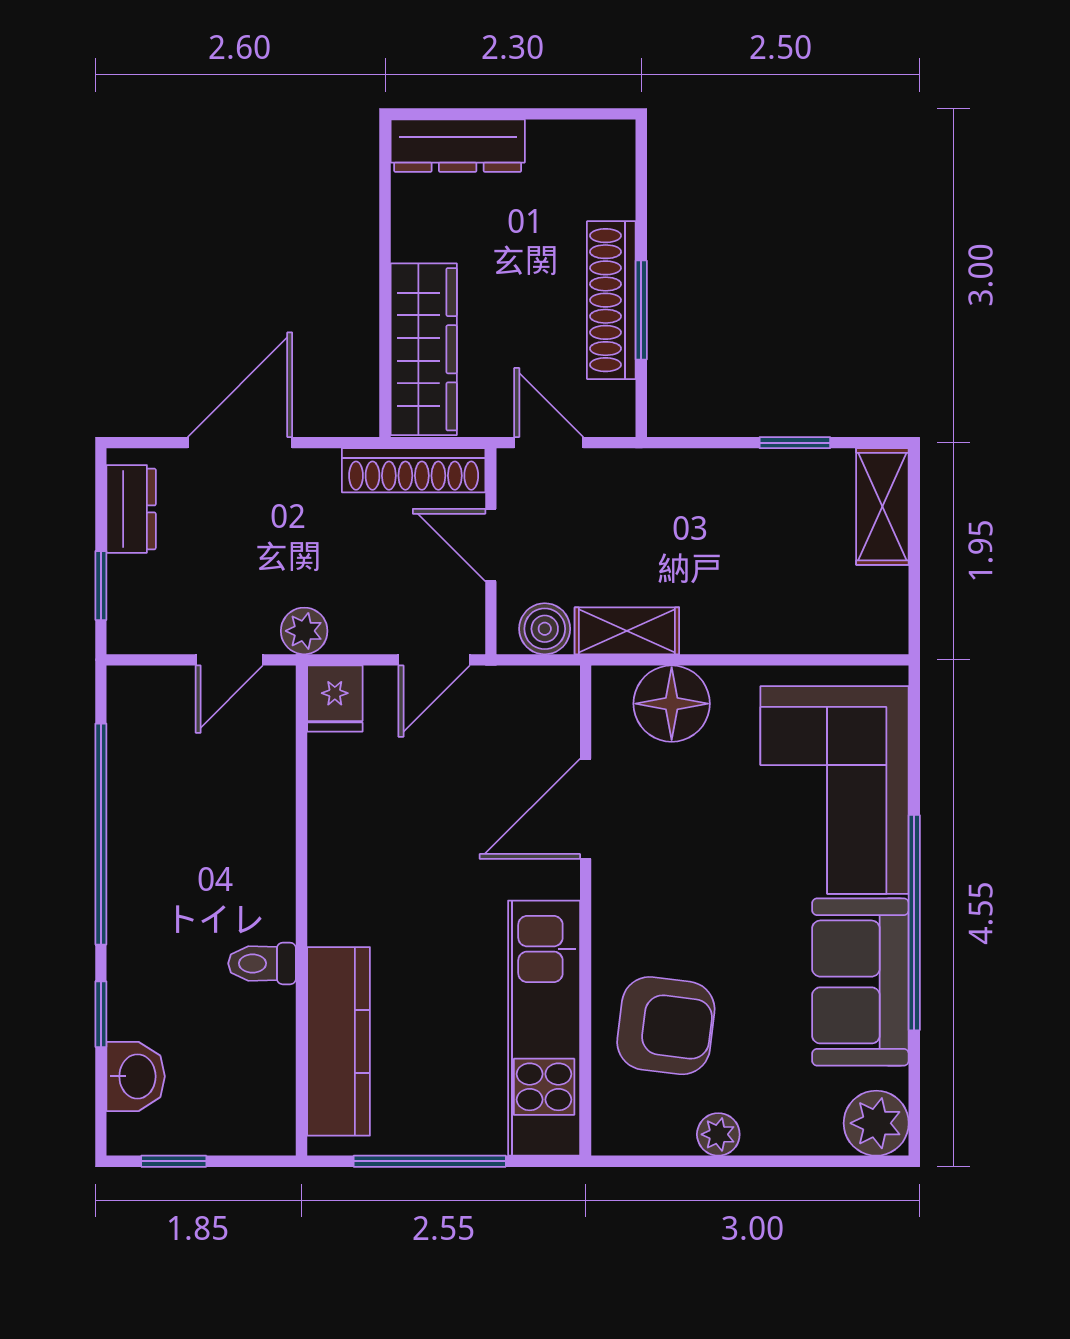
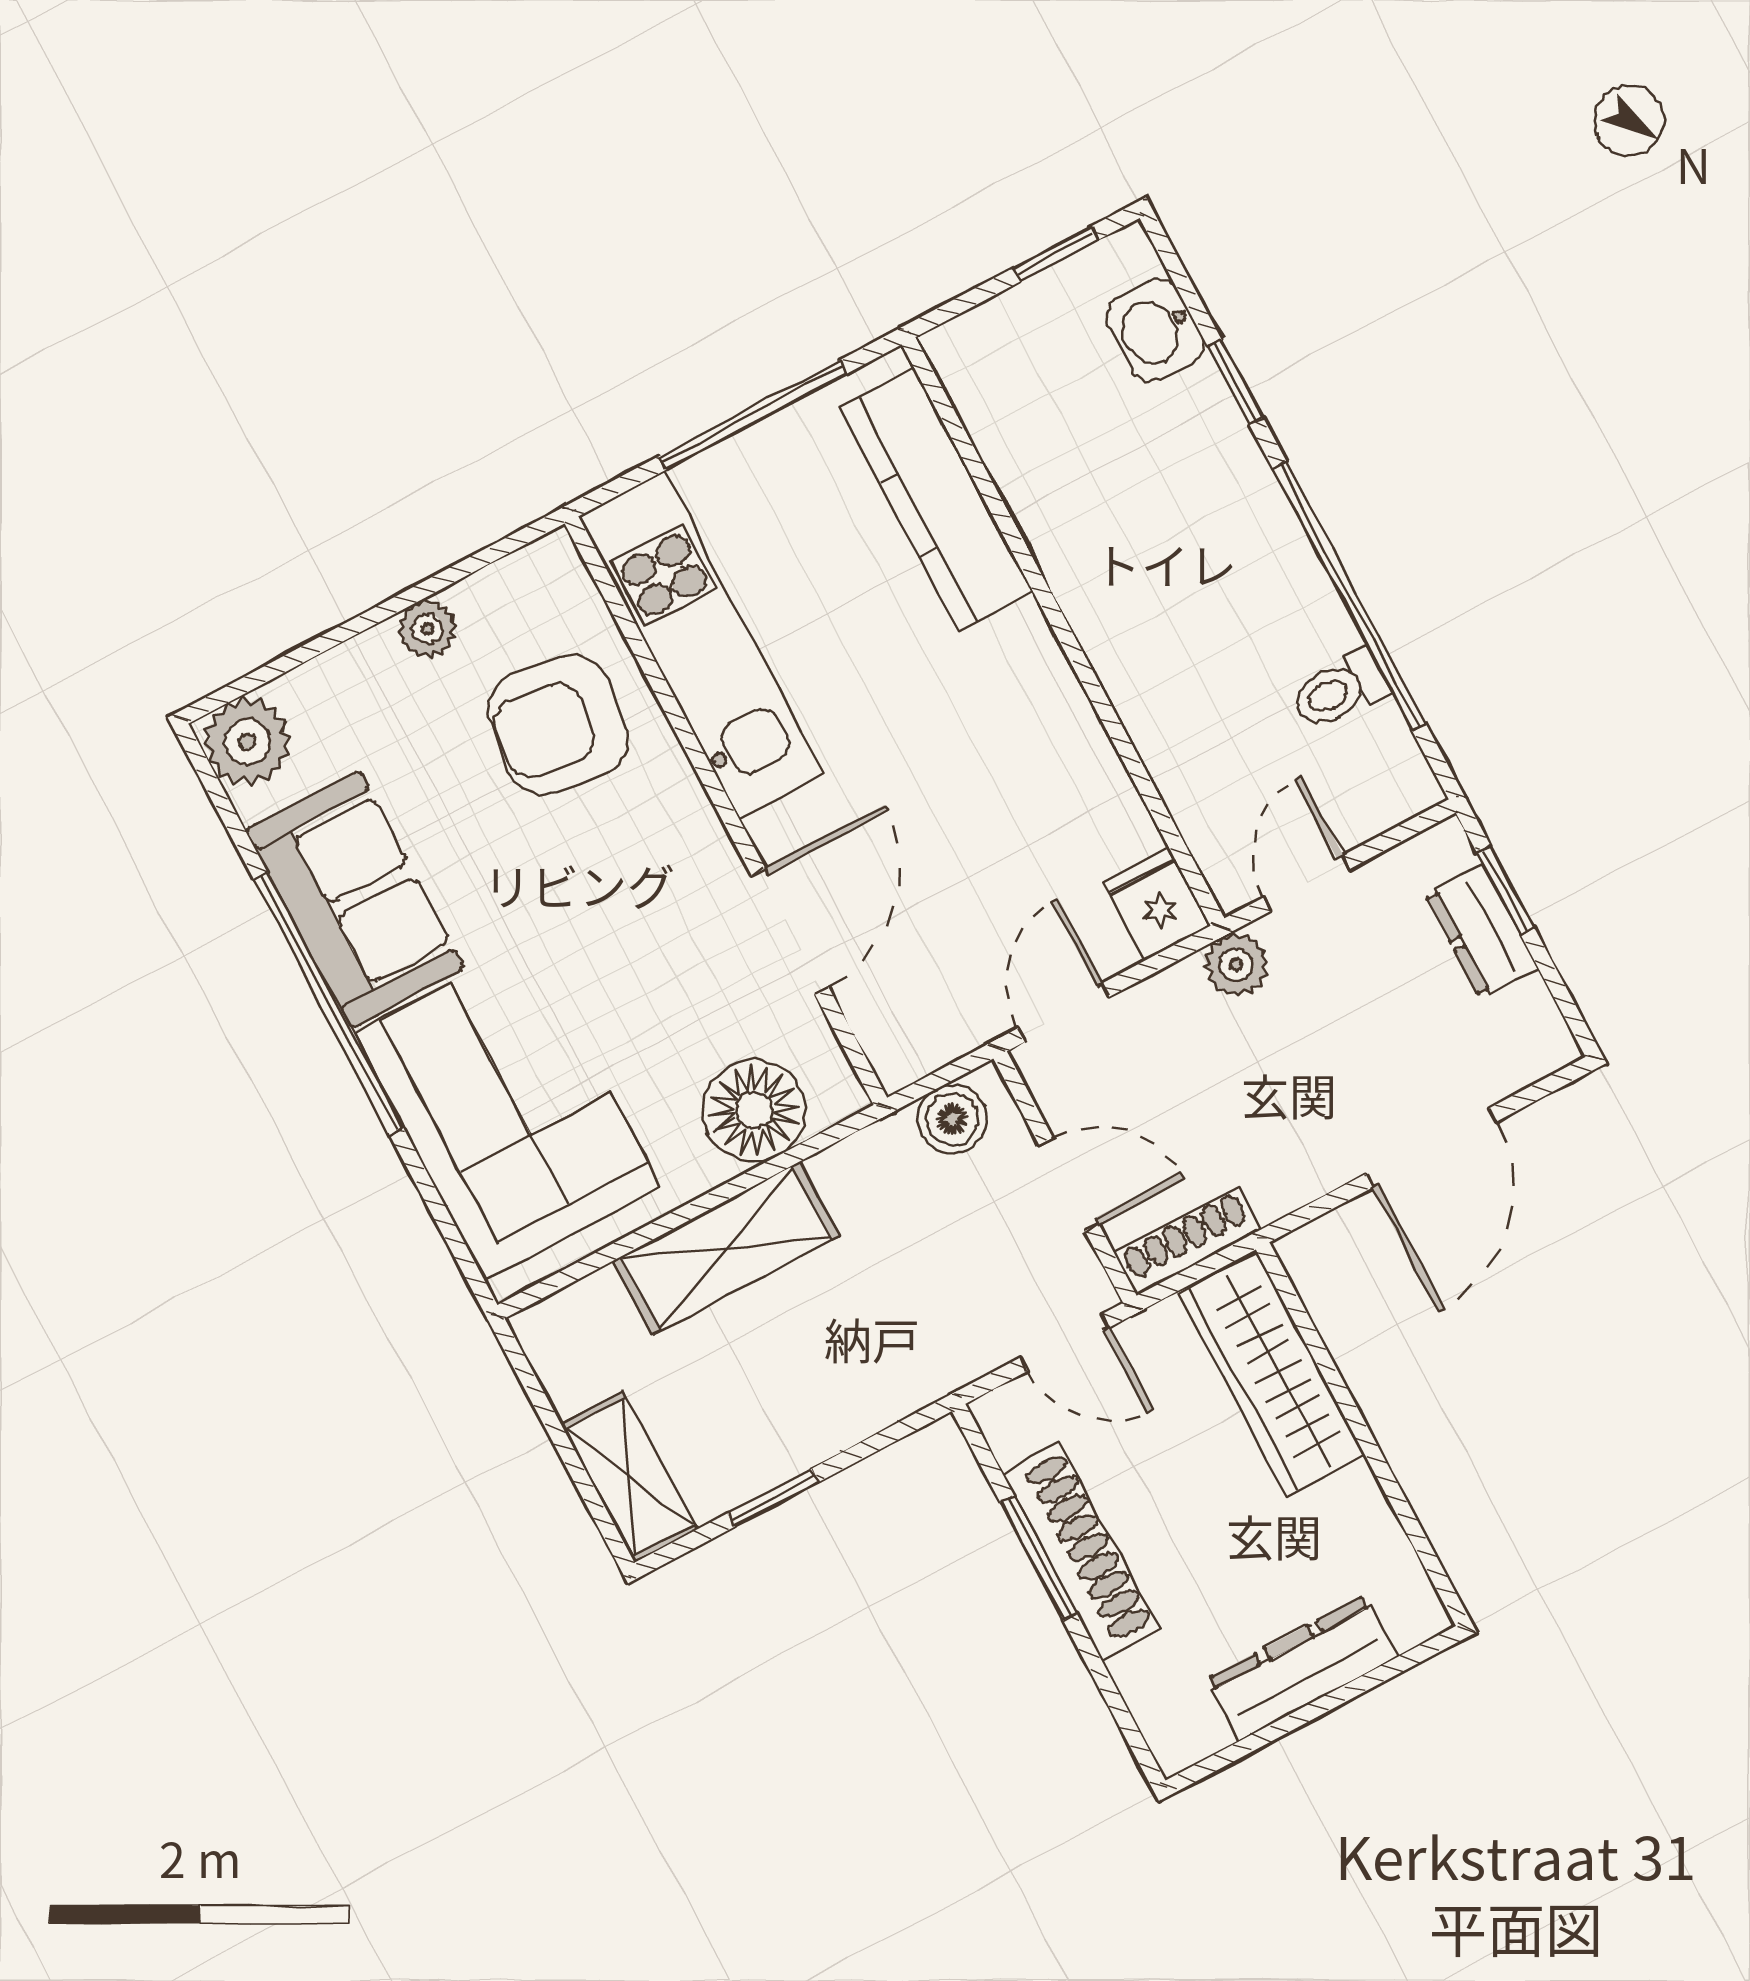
dresser: (458, 146) -> (1302, 1668), moved
shoe rack: (414, 470) -> (1188, 1241), width x0.74, depth x0.81
dresser: (131, 509) -> (1481, 931), moved
shelving: (627, 631) -> (726, 1248), moved, width x1.50, depth x1.33
toilet: (262, 963) -> (1339, 690), moved, turned 180

